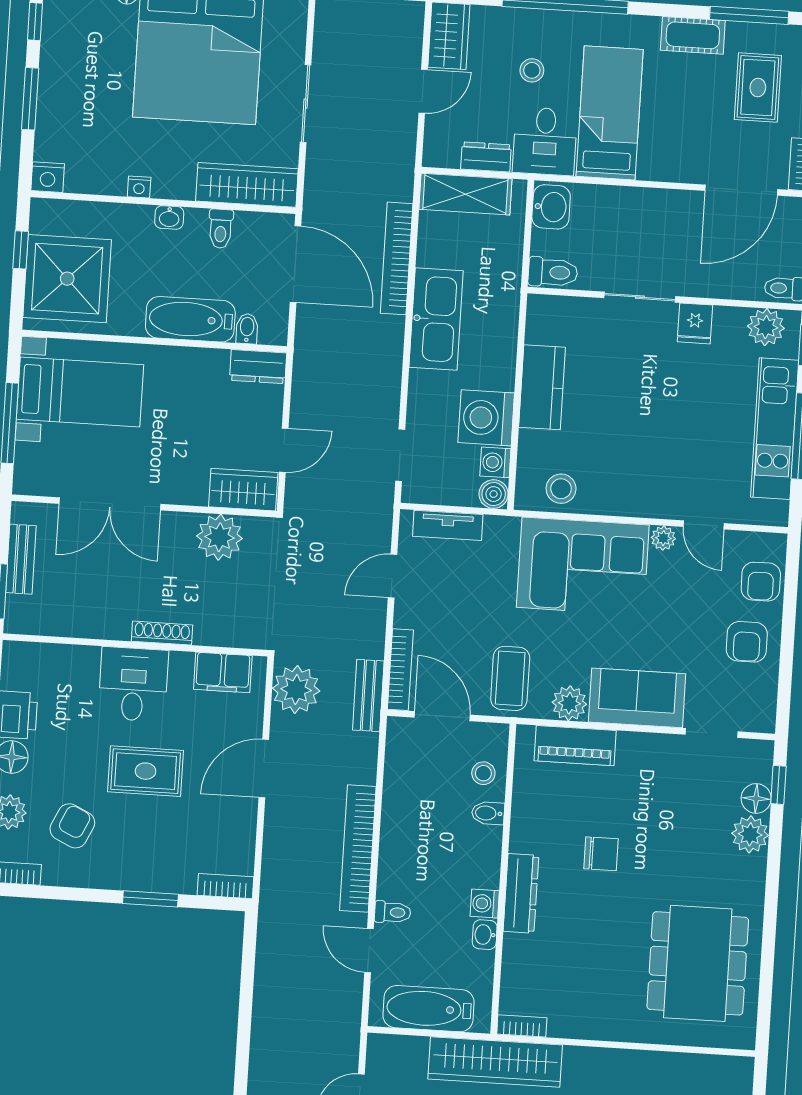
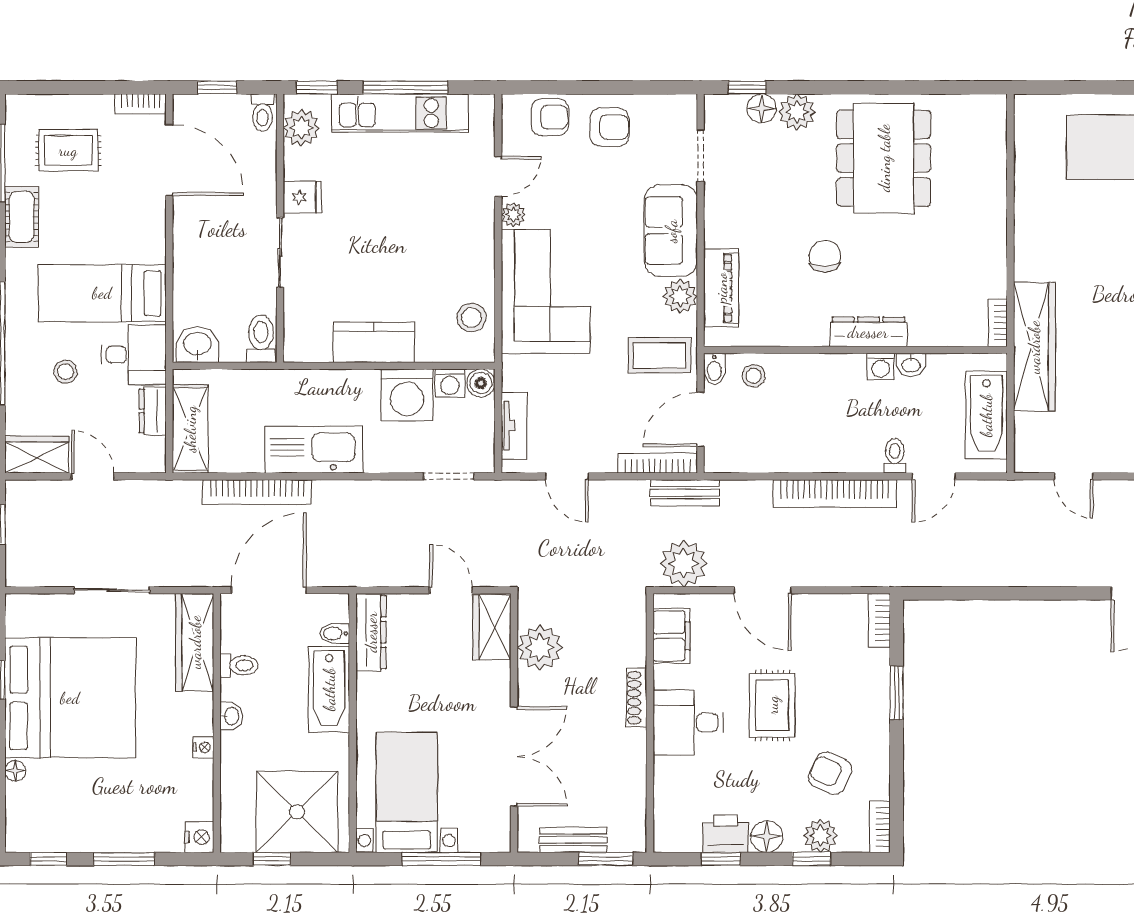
dresser: (258, 367) -> (371, 632), width x1.44
bidet: (488, 813) -> (714, 369), moved
dining table: (698, 963) -> (884, 158), moved, turned 90

